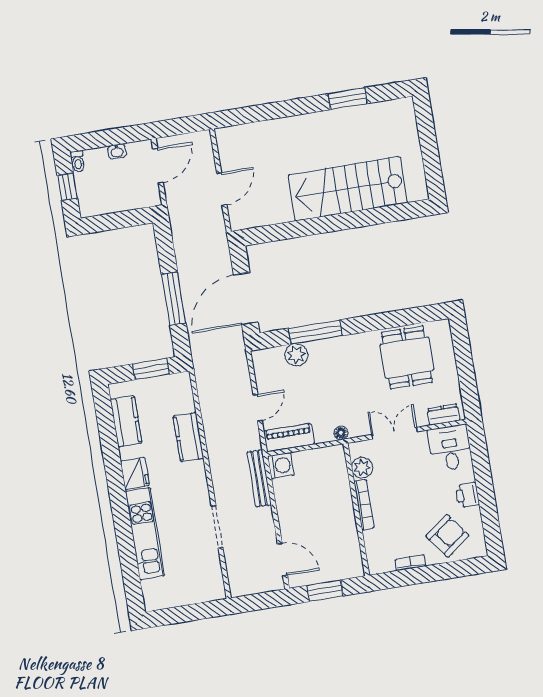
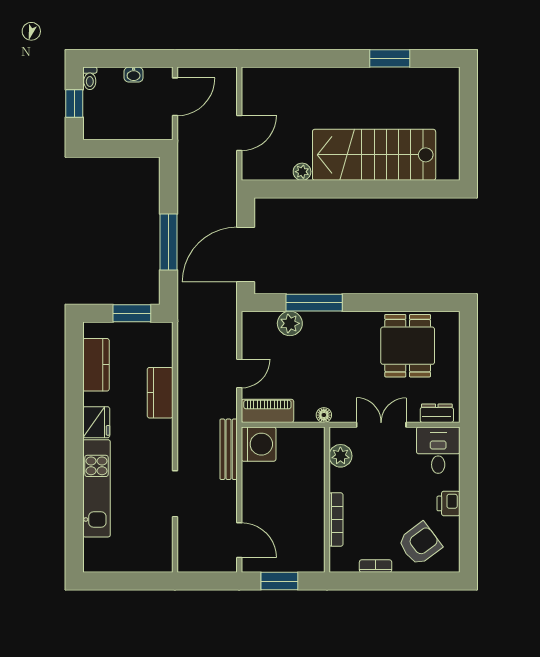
plant: (285, 215) -> (302, 172), added
washing machine: (281, 466) -> (259, 444), width x1.37, depth x1.37
bookcase: (364, 505) -> (336, 520), moved

